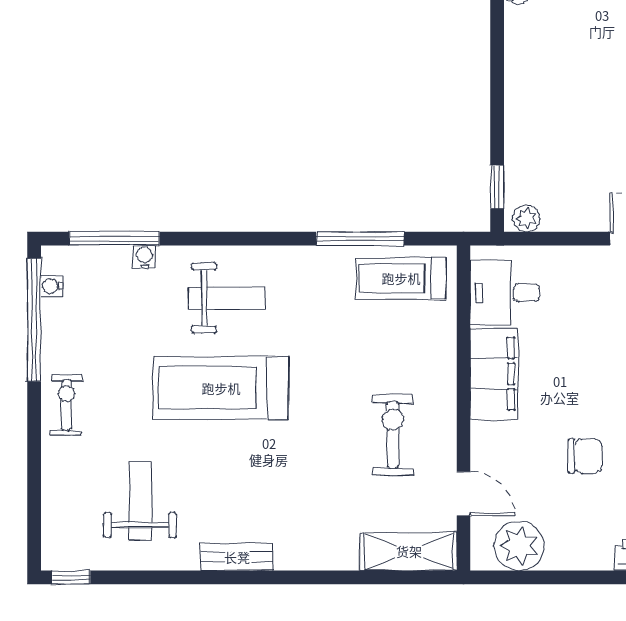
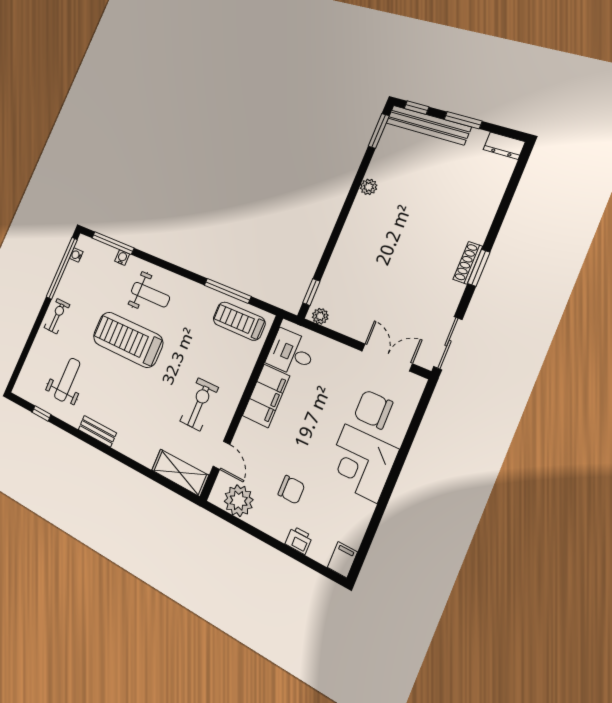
chair: (585, 456) -> (291, 490), moved
window: (71, 577) -> (41, 413), moved

